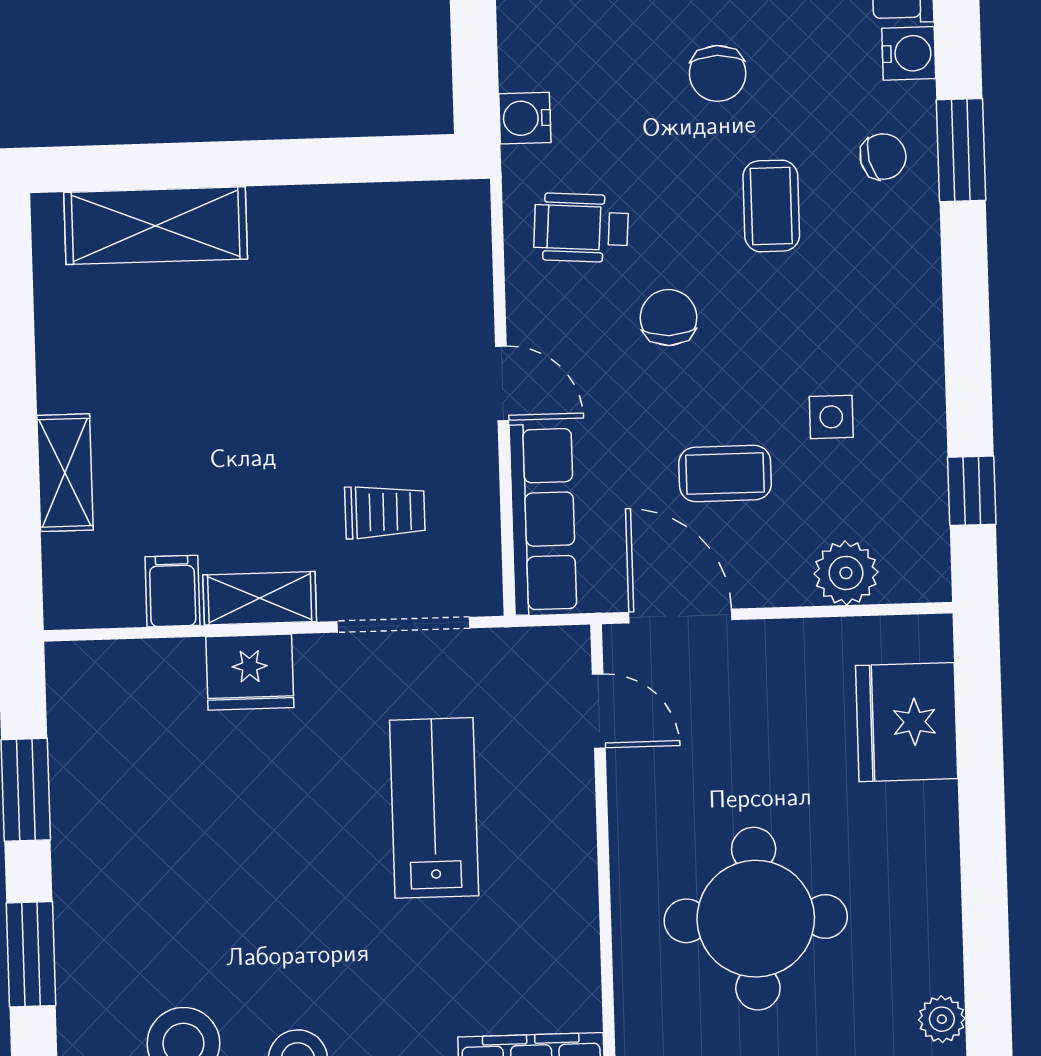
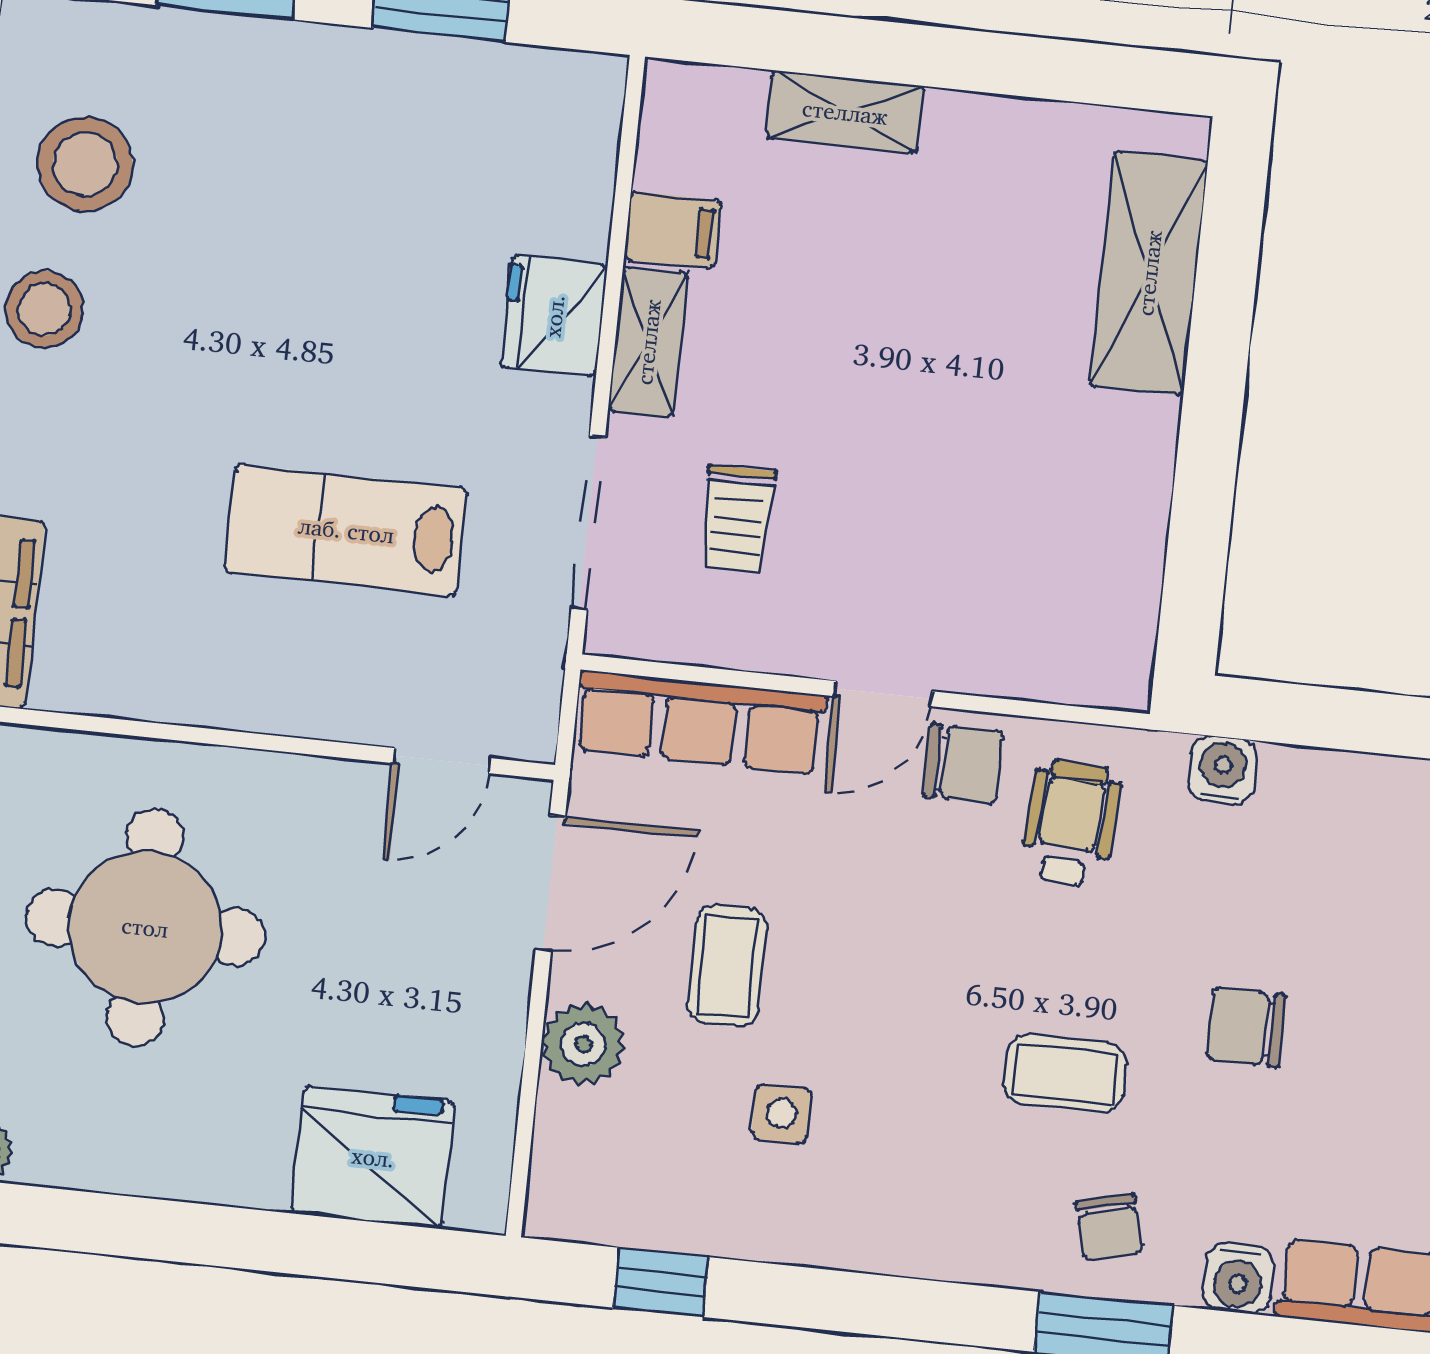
chair: (669, 318) -> (963, 764), moved
plant: (846, 573) -> (583, 1044), moved
lab bench: (434, 808) -> (346, 530), turned 180

